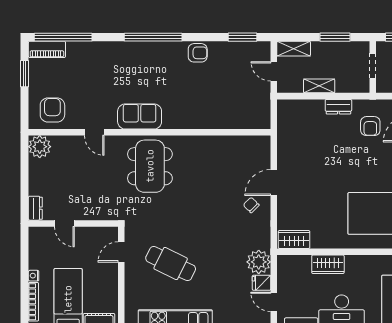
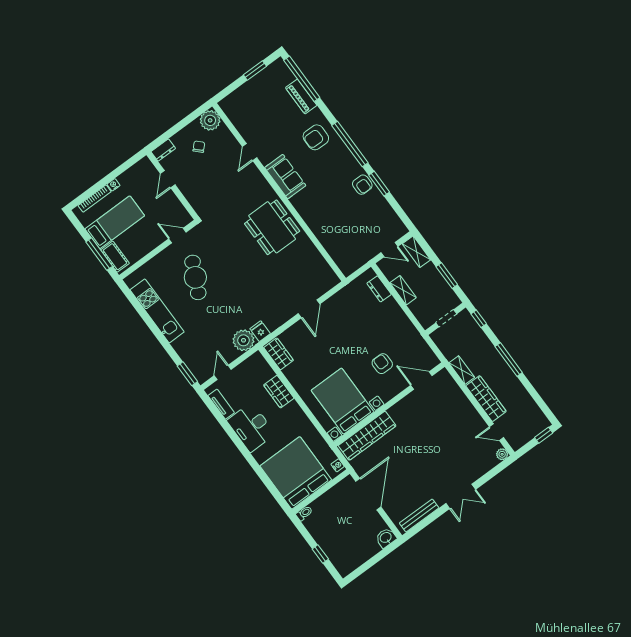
window: (242, 37) -> (379, 184), moved
piano: (47, 49) -> (301, 96), moved
door: (274, 71) -> (389, 250), swing flipped
dresser: (338, 107) -> (379, 289), moved
armchair: (52, 110) -> (316, 137), moved, turned 180
armchair: (370, 126) -> (382, 364), moved, turned 90
dining table: (150, 166) -> (272, 227), moved, turned 90
door: (274, 183) -> (309, 309), swing flipped
chair: (251, 205) -> (199, 147), moved
fridge: (262, 283) -> (260, 331), moved

